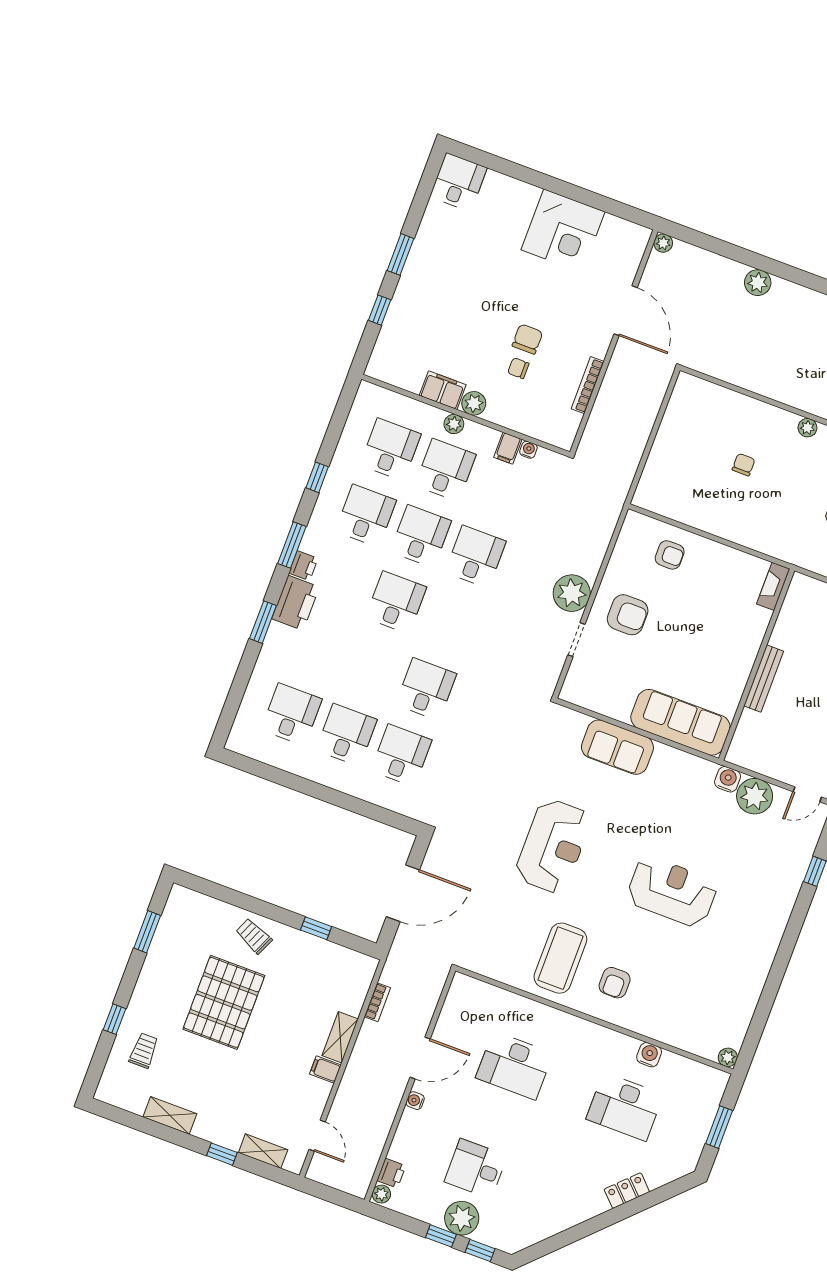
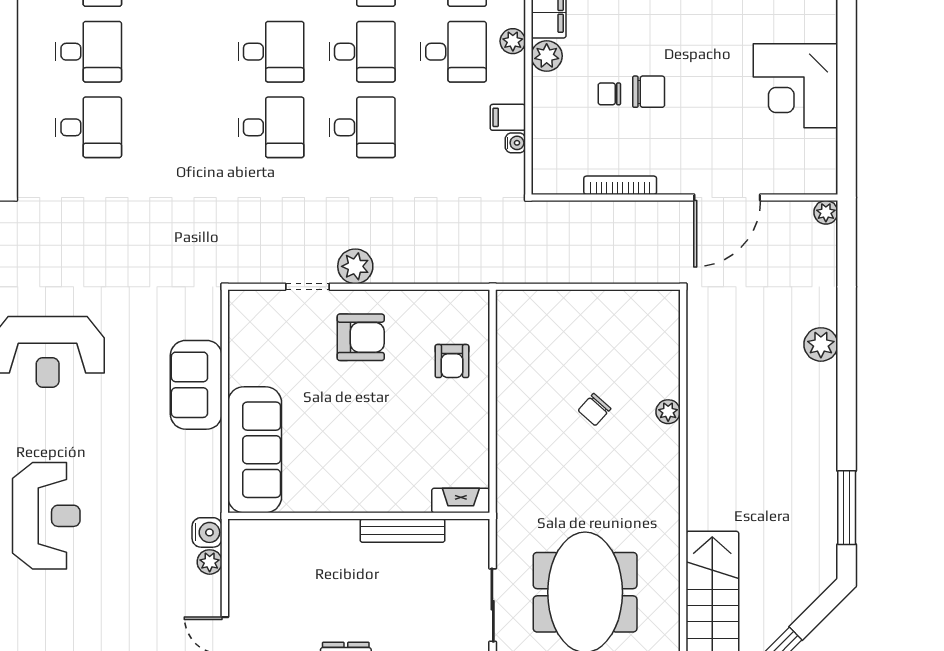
chair: (518, 368) -> (609, 94), turned -90
plant: (807, 428) -> (668, 412), moved
chair: (744, 465) -> (594, 410), turned 132
plant: (572, 593) -> (355, 266), width x0.73, depth x0.73
armchair: (628, 615) -> (361, 337), turned -90
bench: (764, 679) -> (402, 531), moved
desk: (426, 689) -> (271, 127), moved
plant: (755, 796) -> (210, 562), width x0.53, depth x0.53

